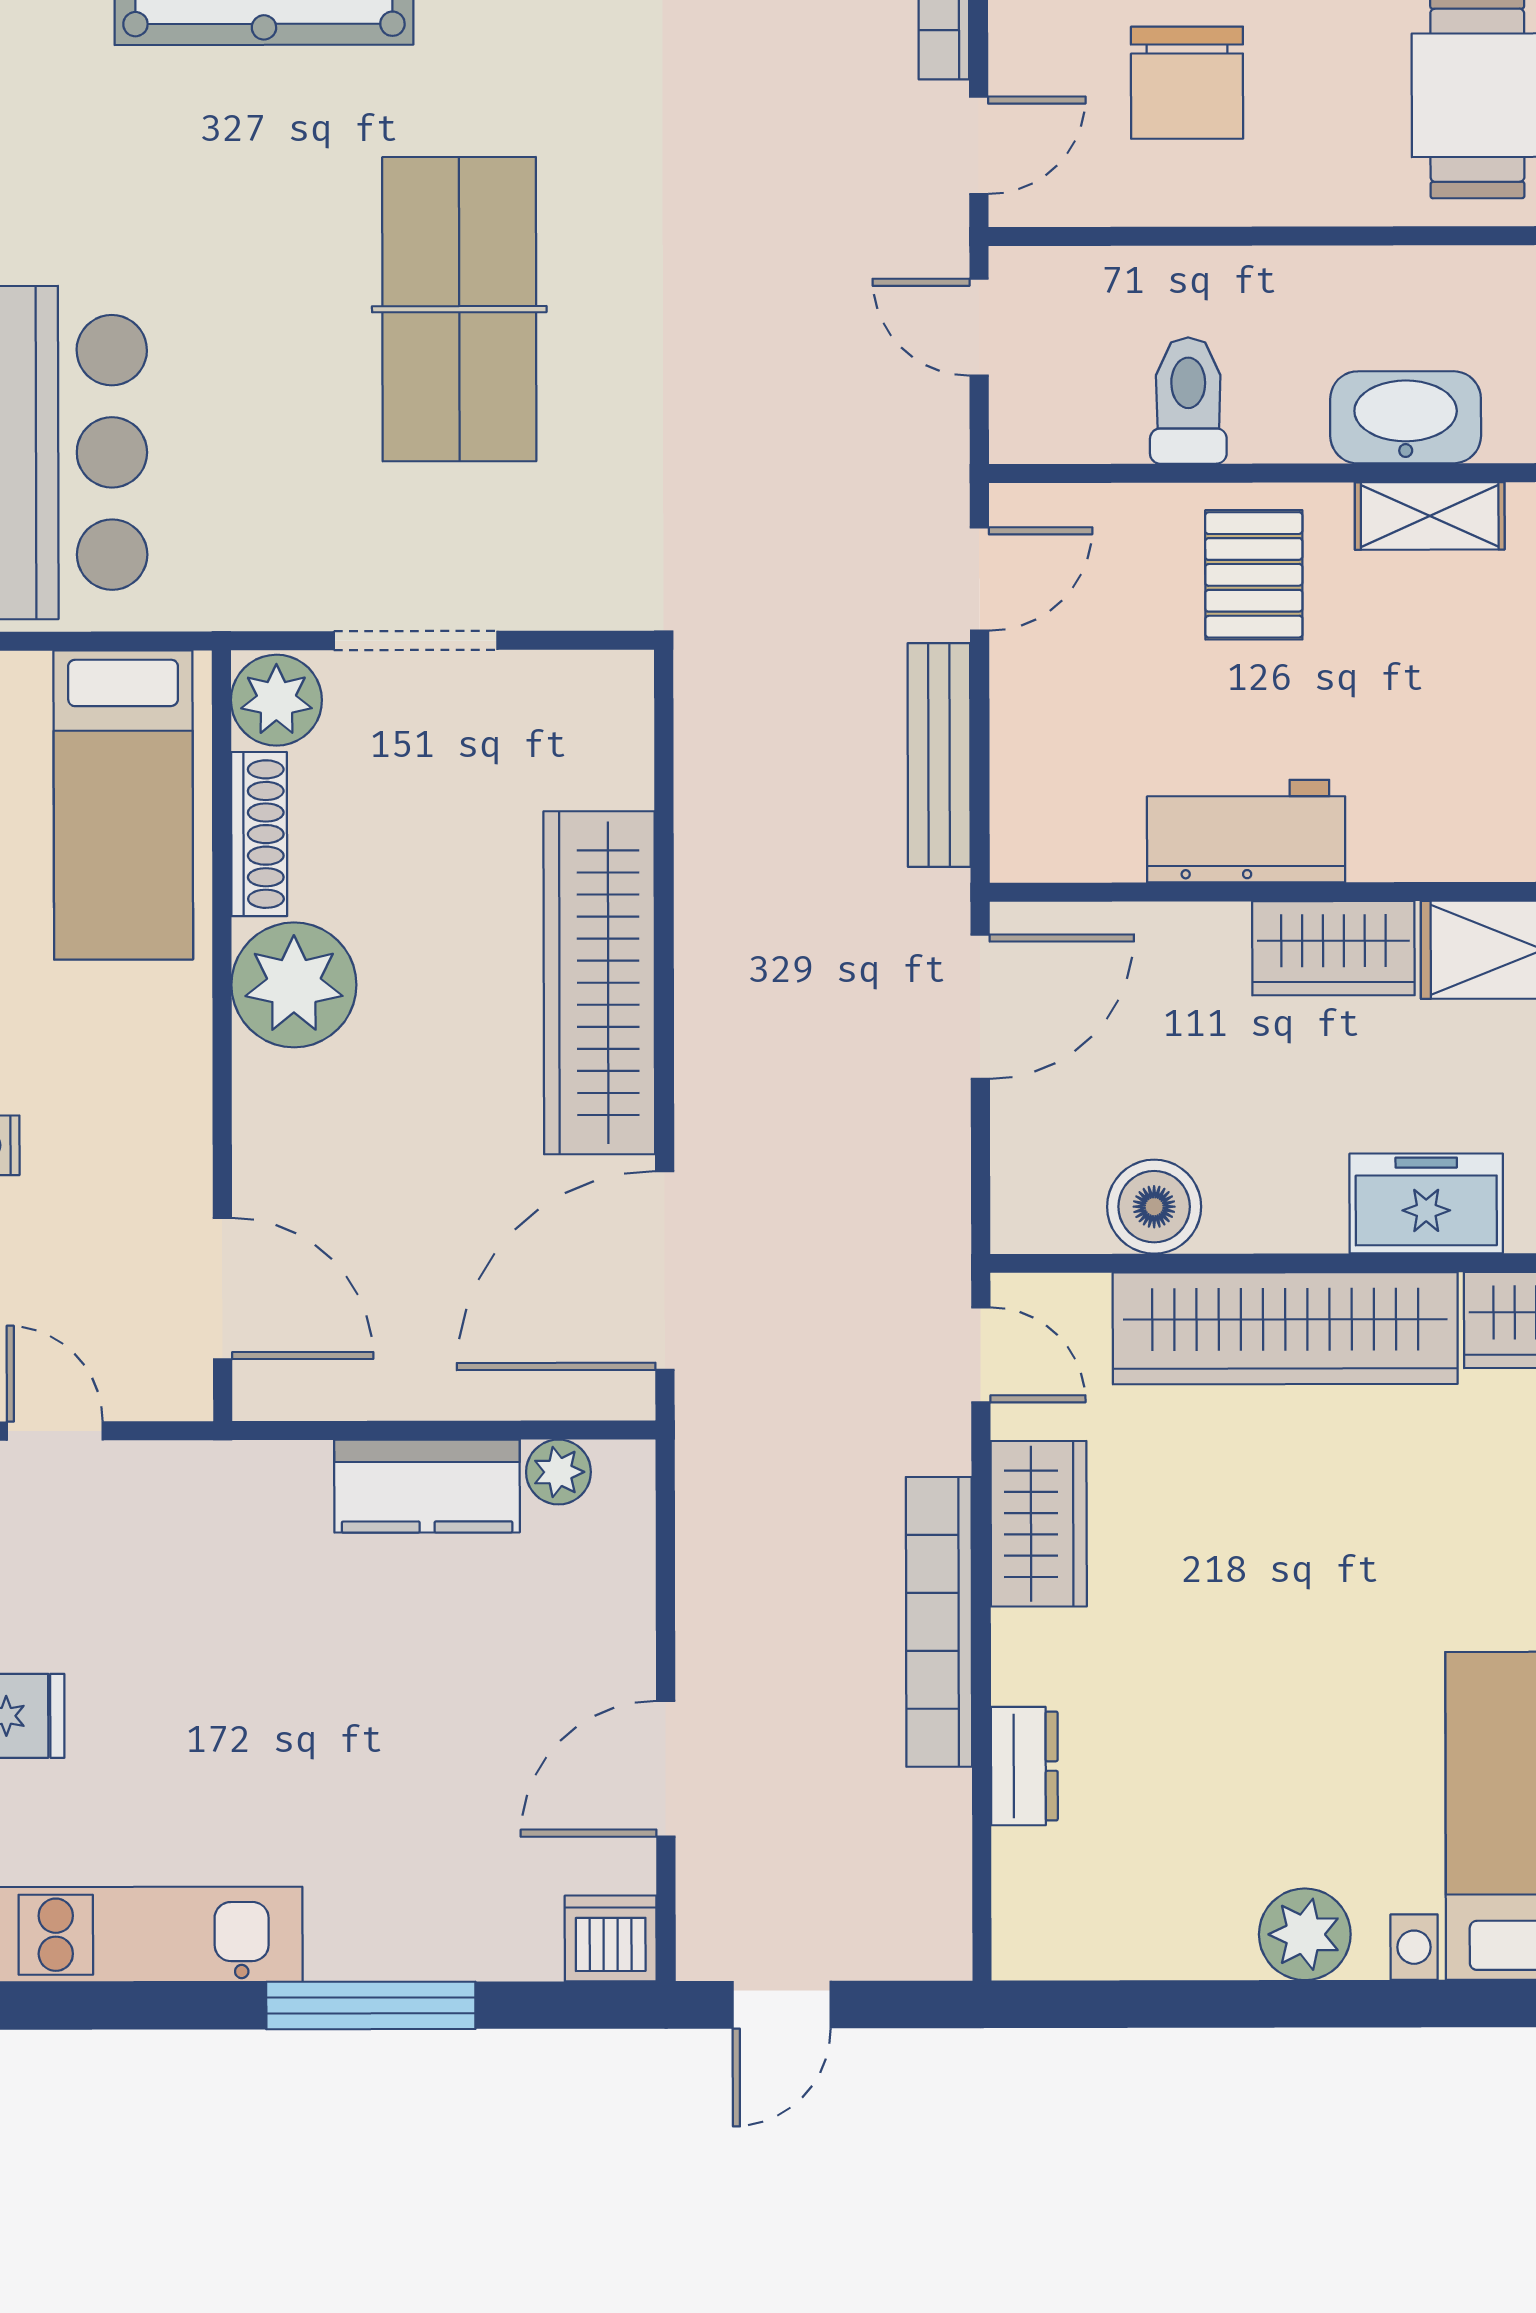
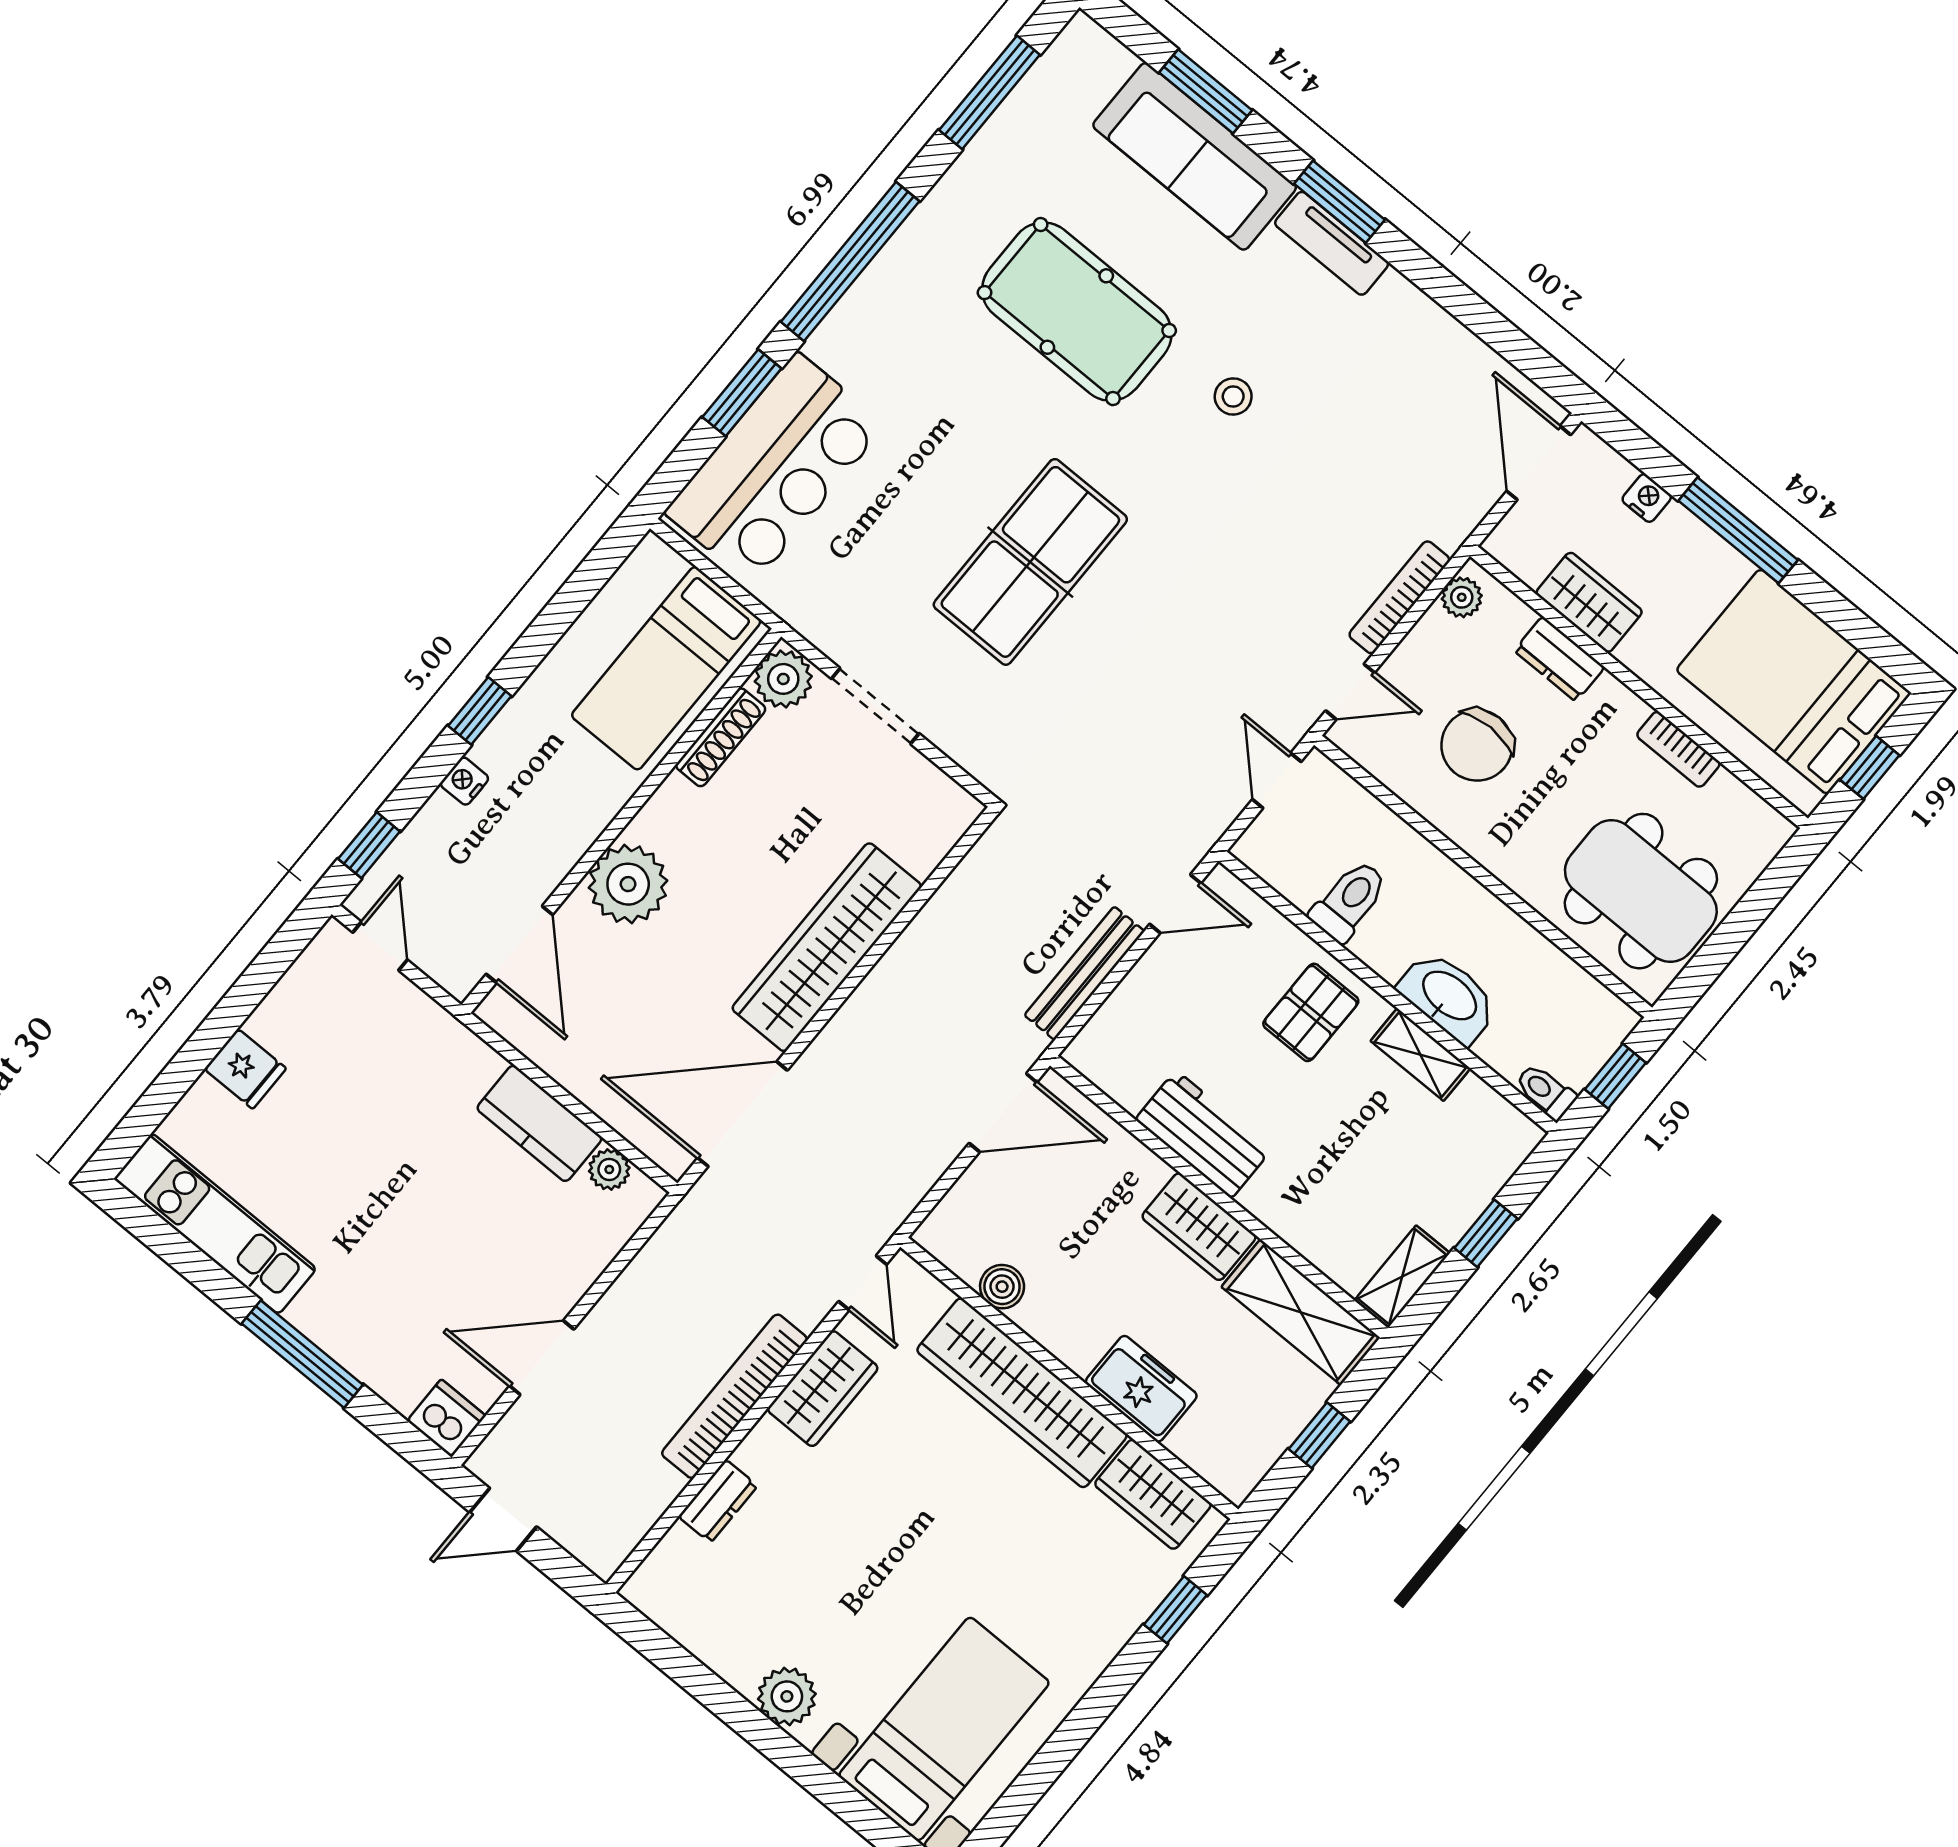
plant: (294, 985) -> (628, 884), moved
boiler: (1154, 1207) -> (1002, 1287), width x0.73, depth x0.73

